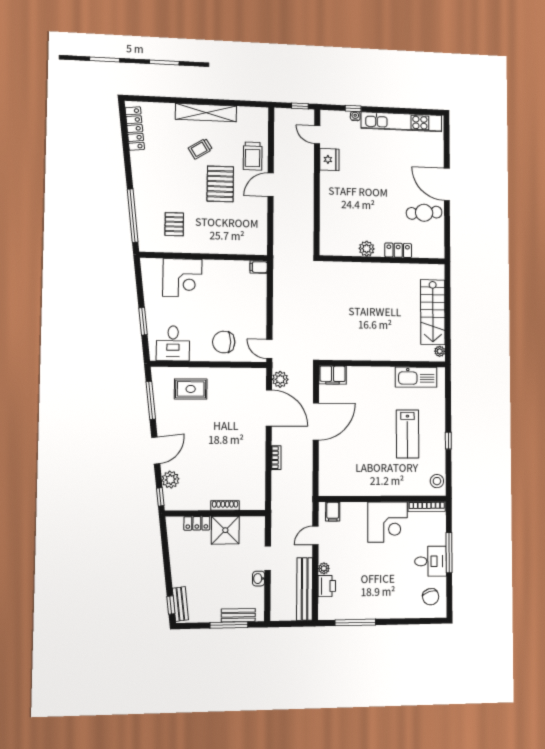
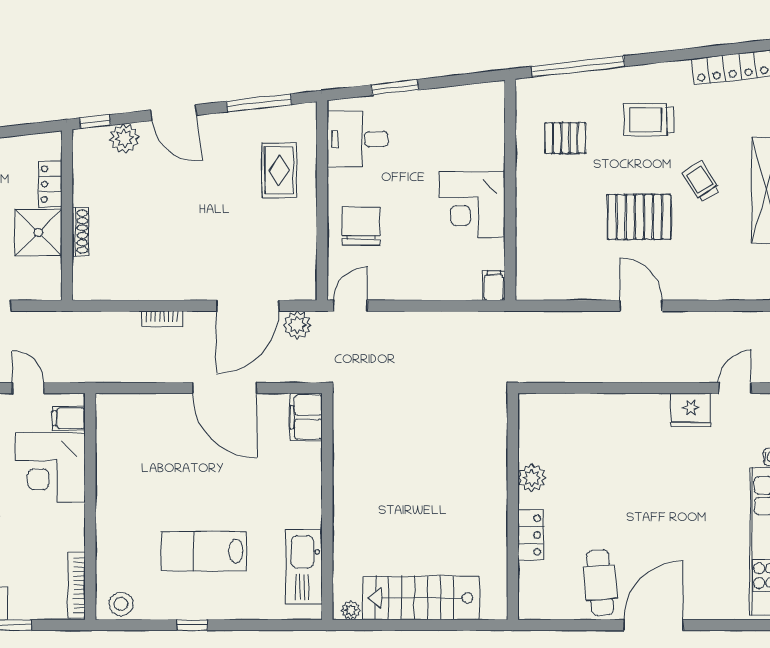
trolley: (253, 156) -> (649, 120), moved
corner desk: (182, 278) -> (472, 204), moved
corner desk: (388, 522) -> (50, 467), moved

